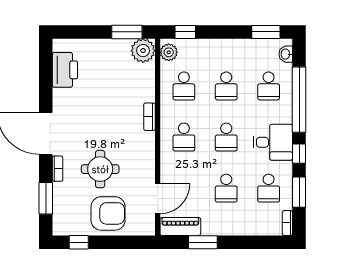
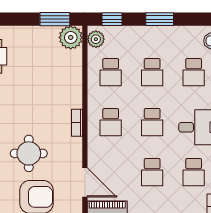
window: (266, 32) -> (160, 19), moved
bookcase: (149, 117) -> (77, 123), moved
door: (158, 199) -> (85, 182), hinge flipped

